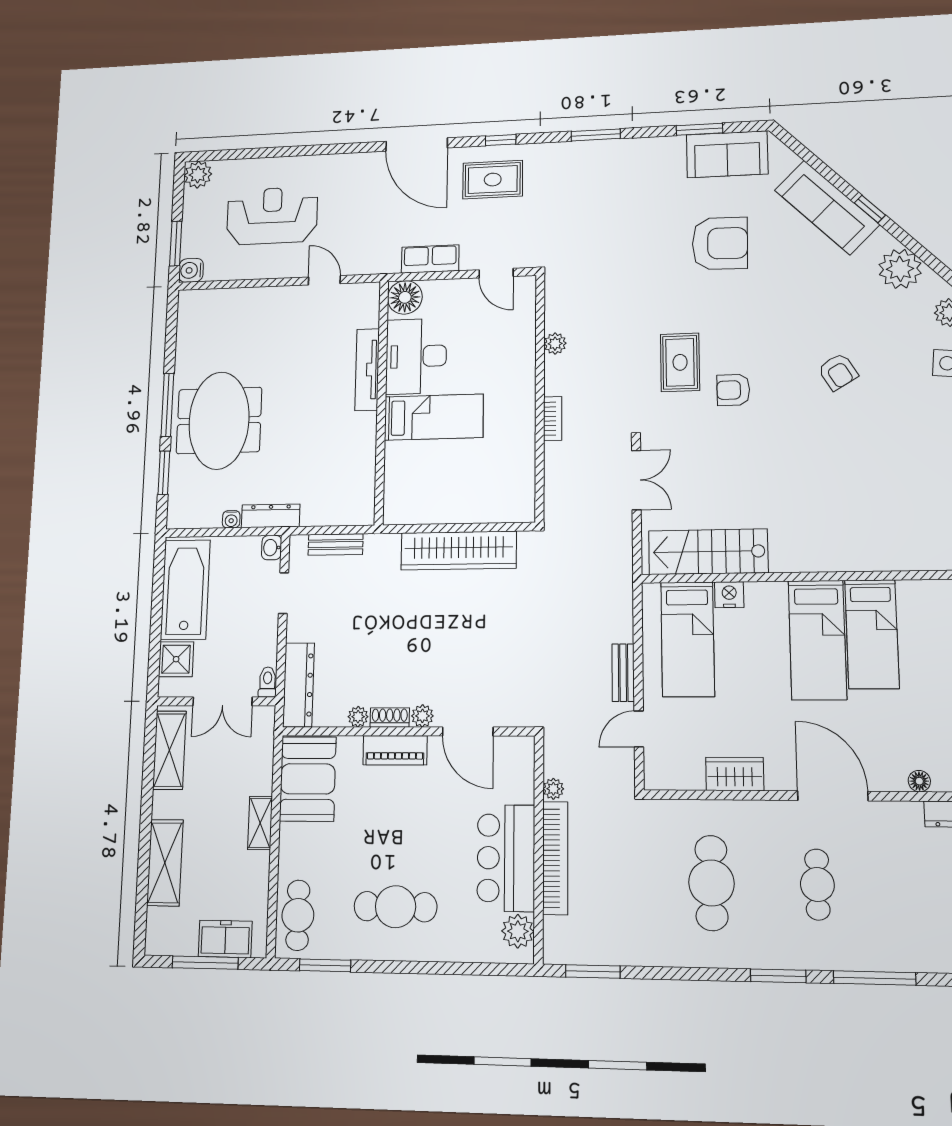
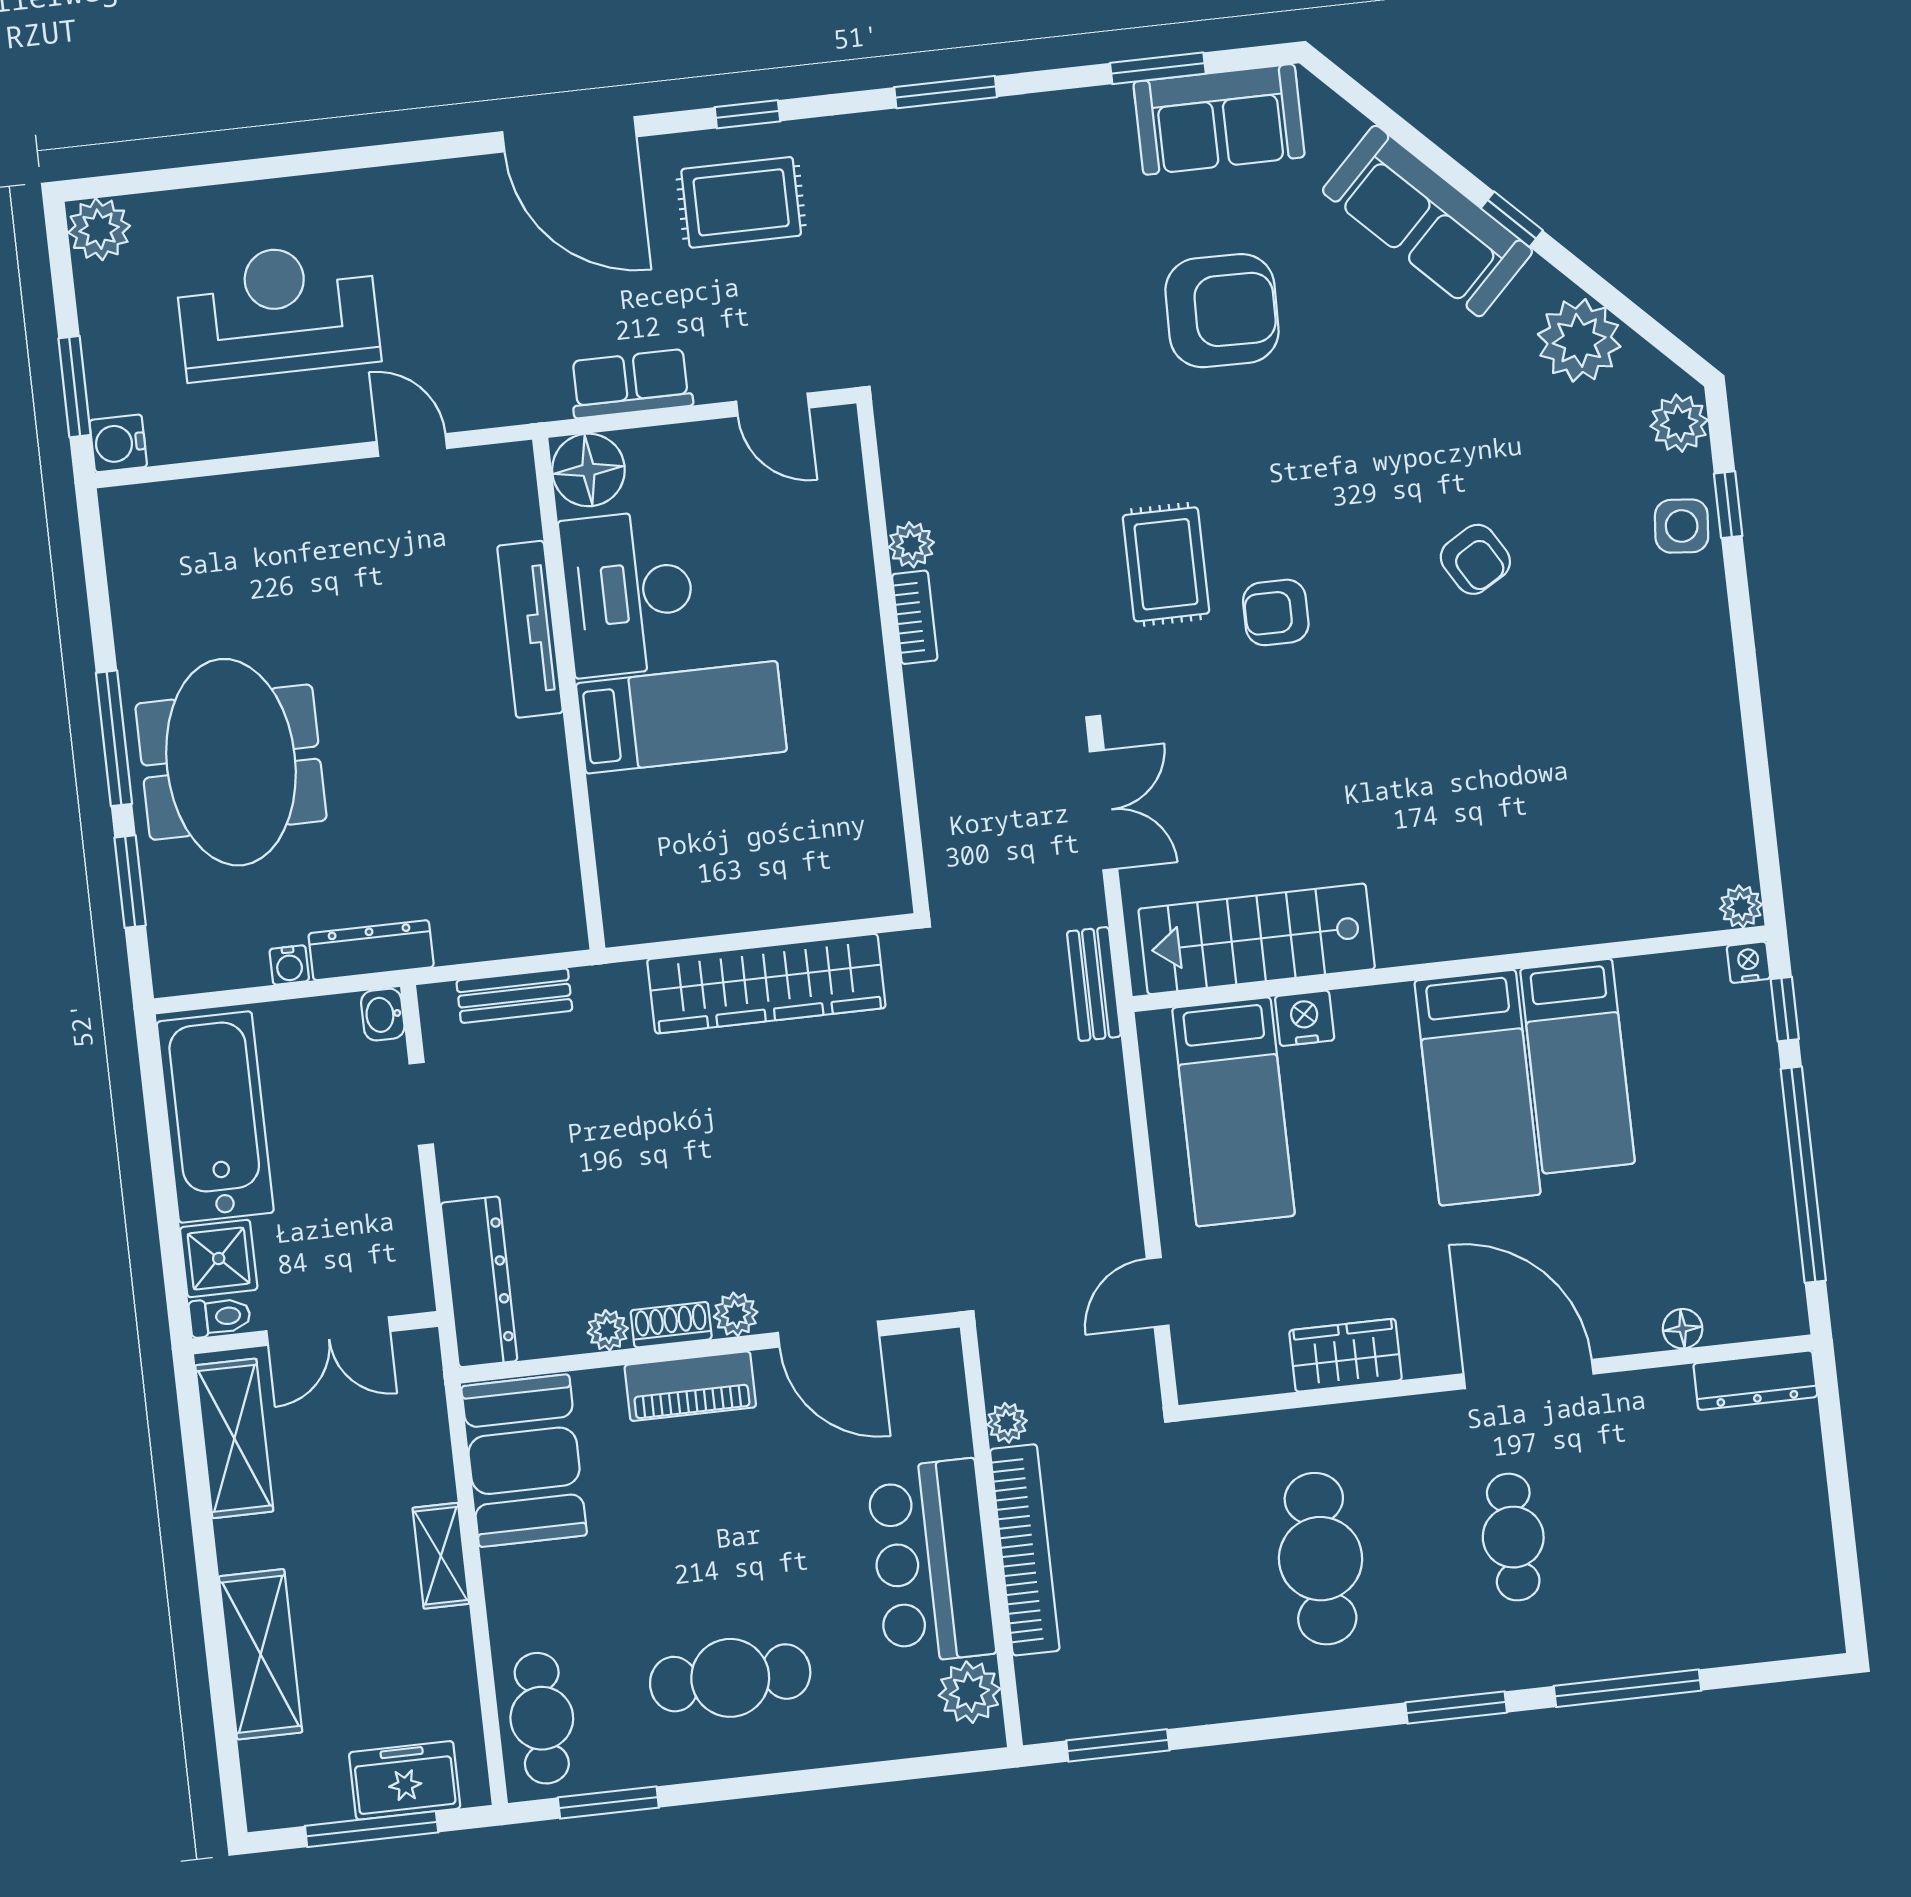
bookcase: (553, 418) -> (915, 617), moved
bench: (623, 673) -> (1094, 984), moved
toilet: (267, 682) -> (220, 1317), moved, turned 90

